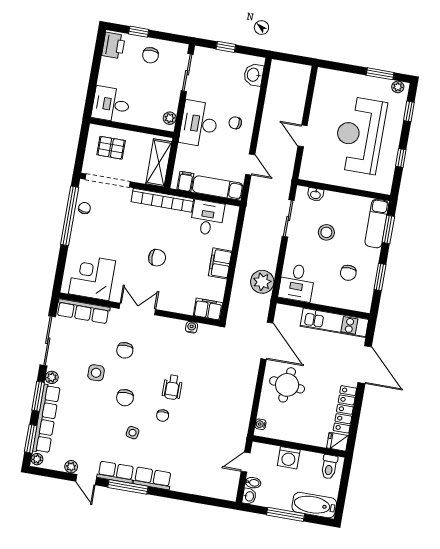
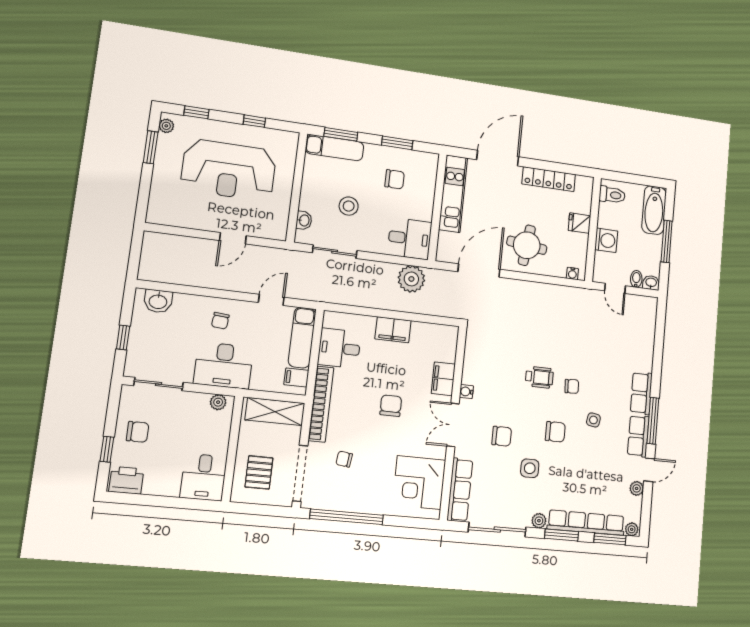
chair: (84, 208) -> (344, 459), moved
filing cabinet: (208, 309) -> (443, 379), moved
water cooler: (192, 327) -> (466, 392), moved
fridge: (337, 442) -> (579, 223), moved, turned 90

